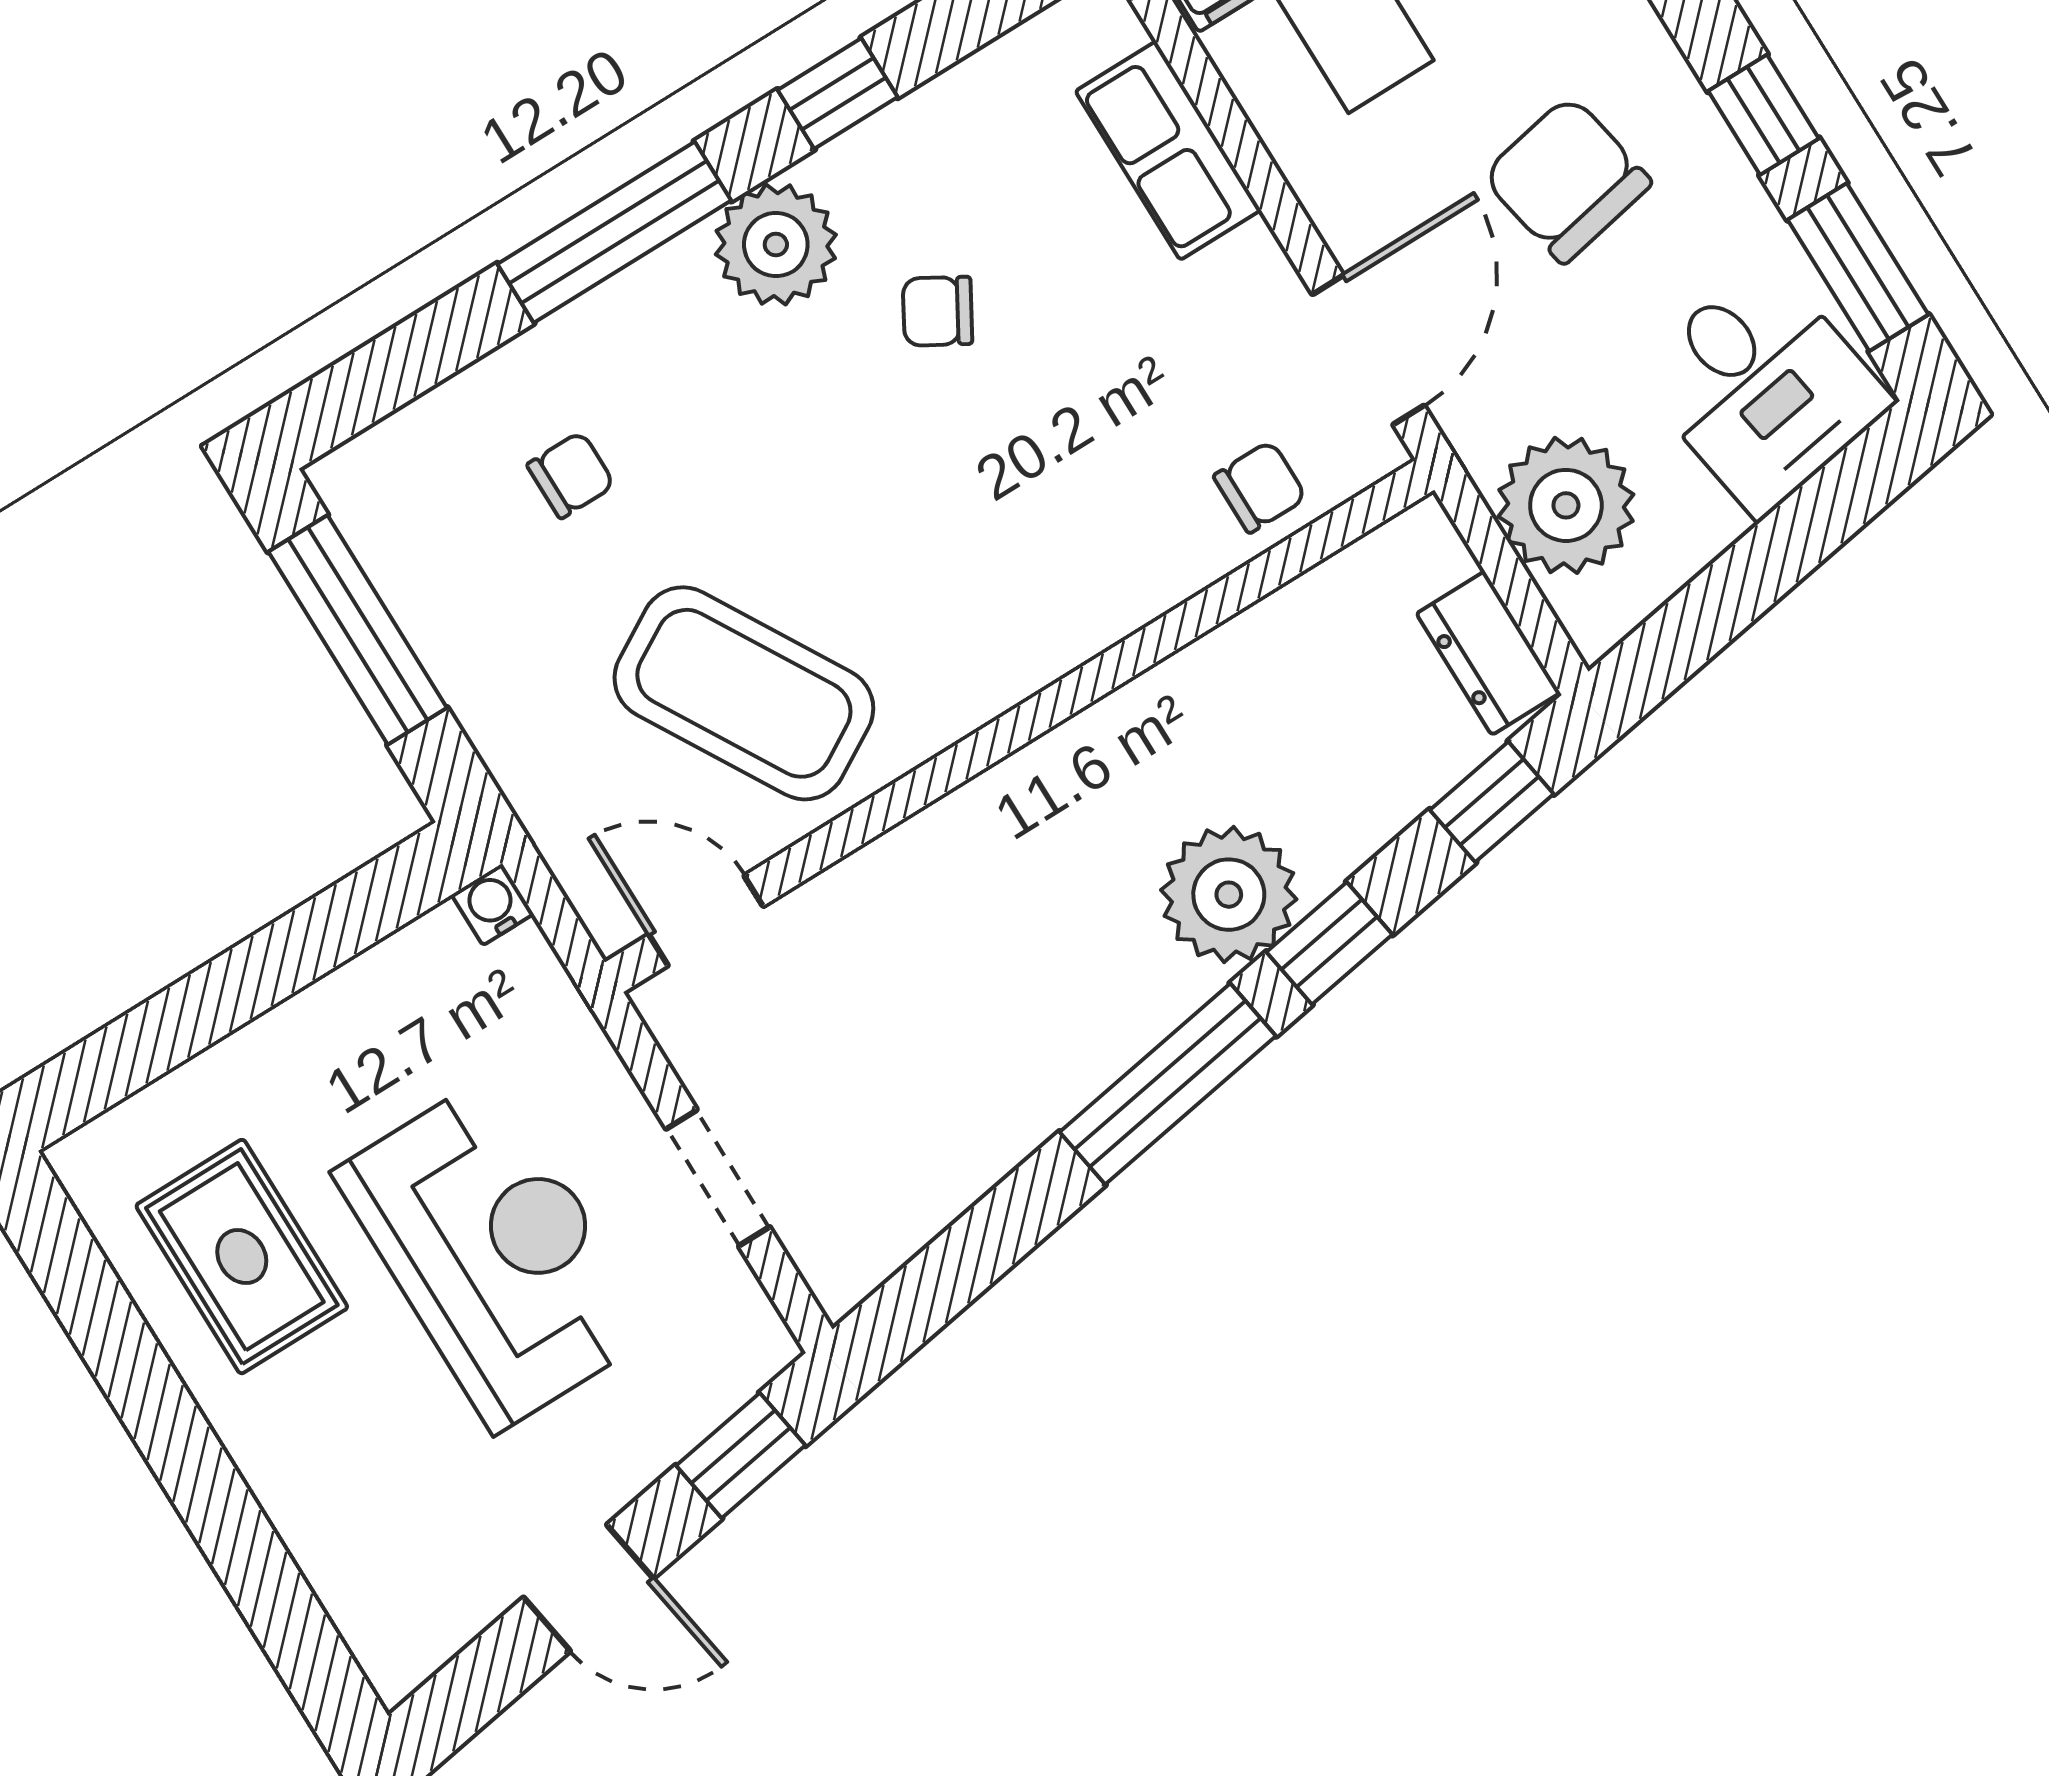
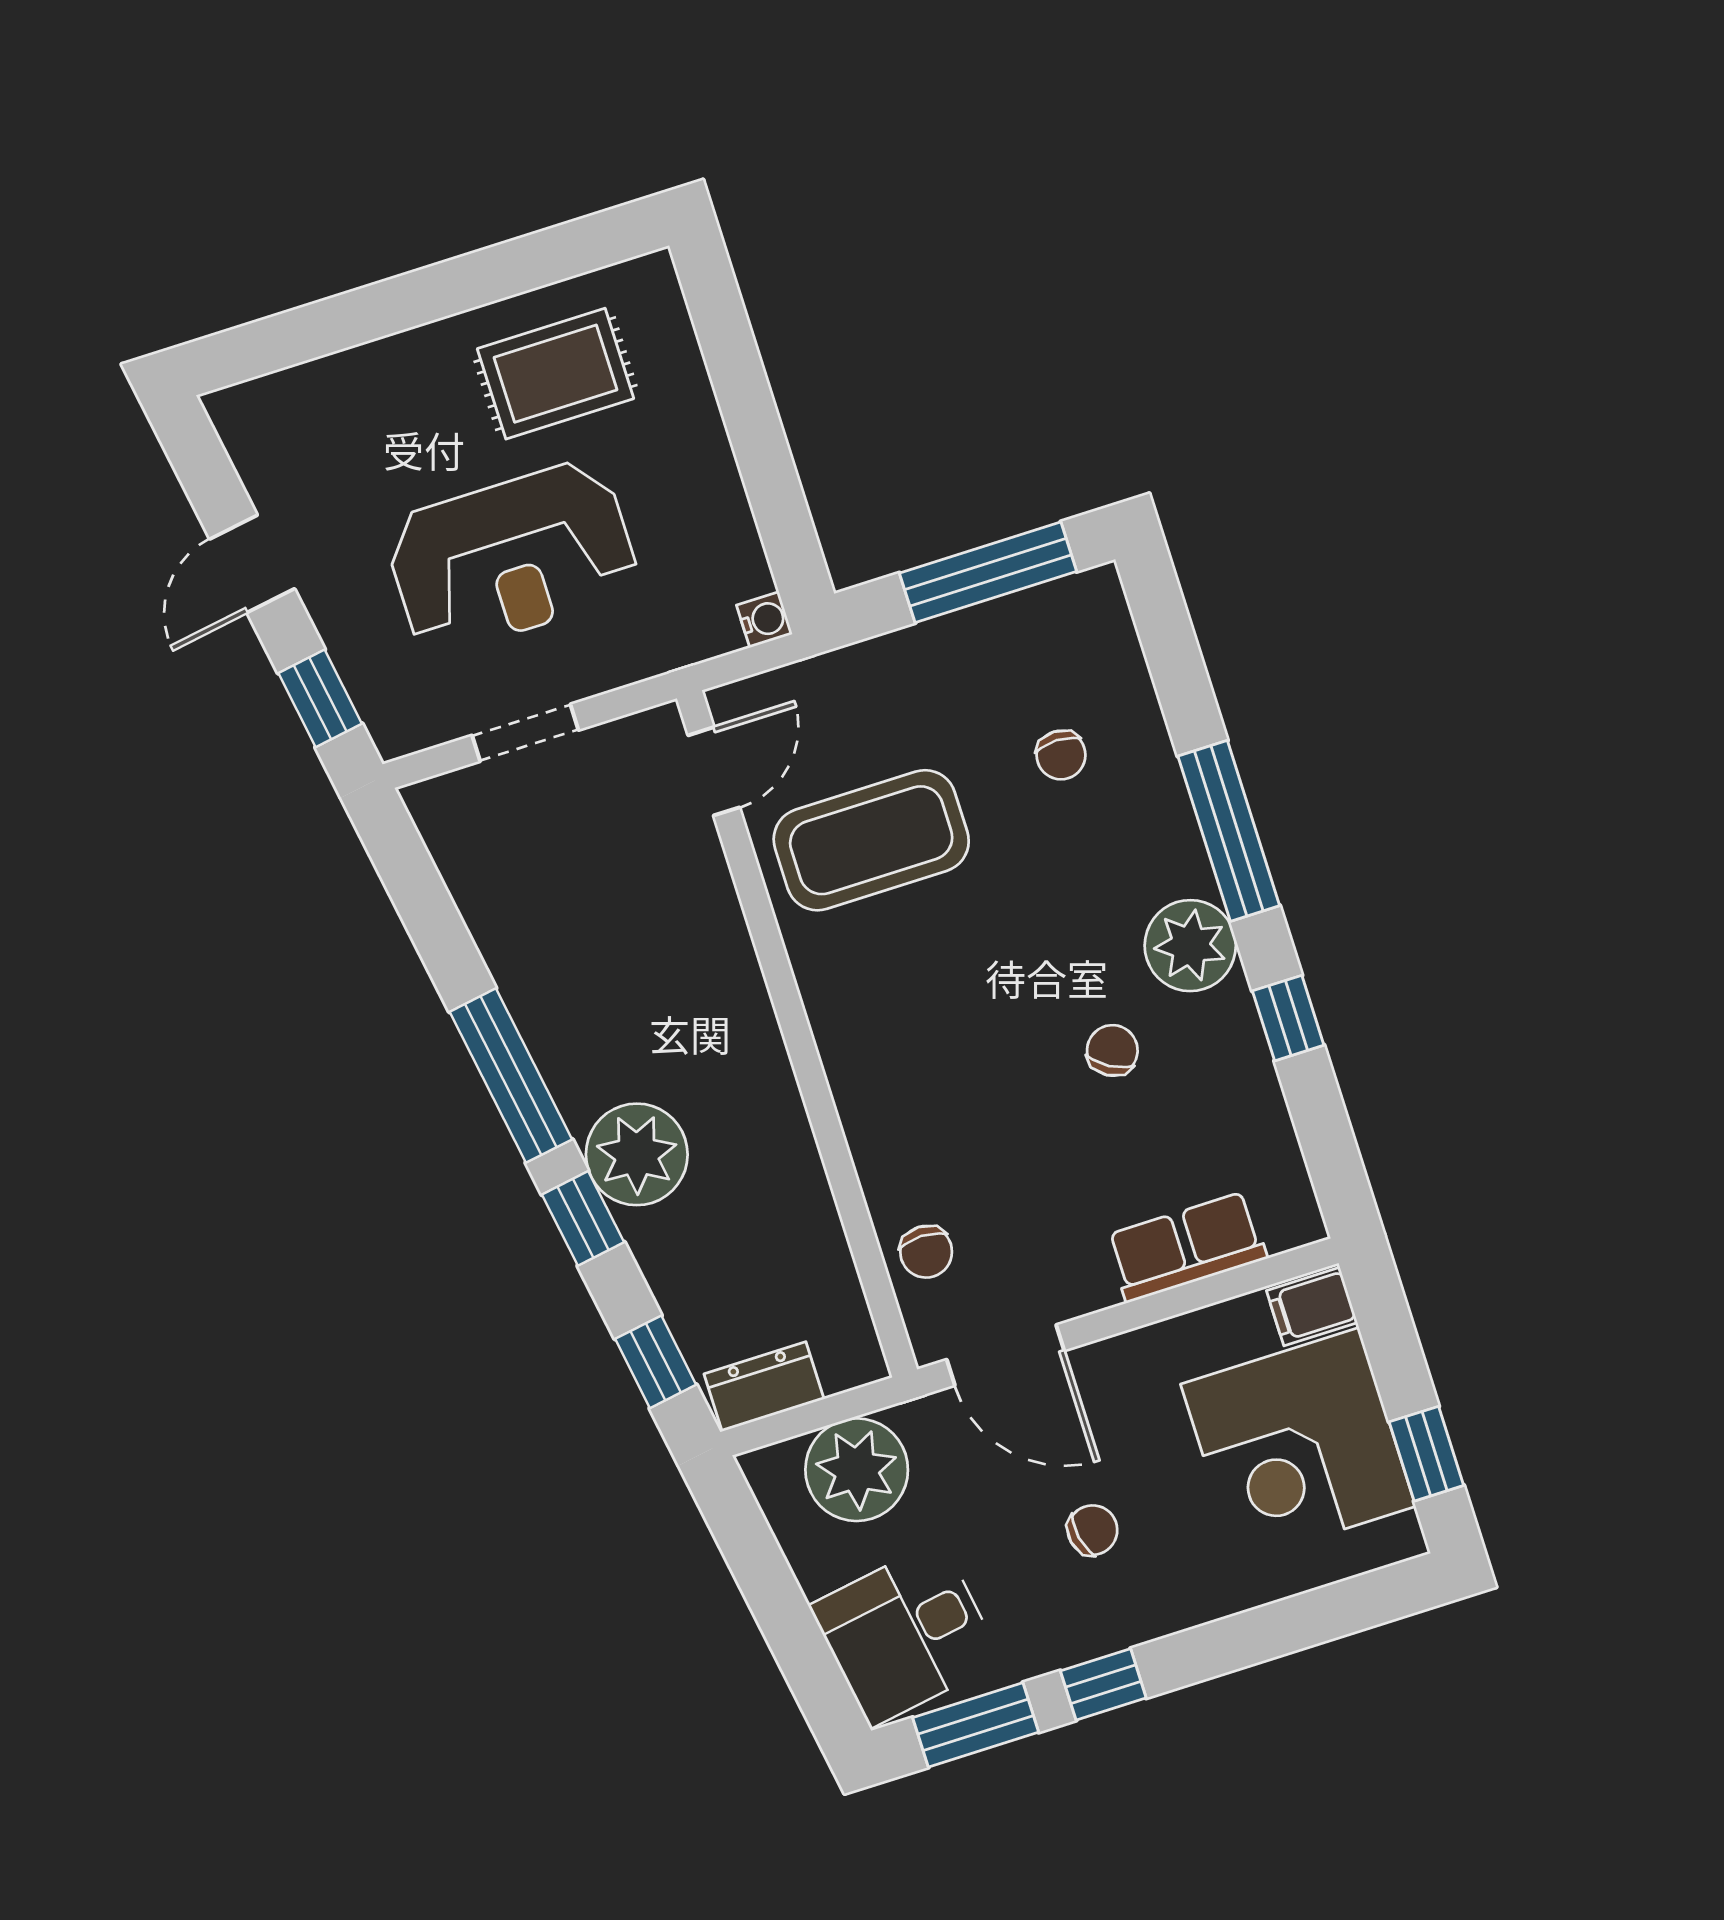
chair: (1567, 179) -> (1093, 1530), width x0.54, depth x0.54
coffee table: (744, 693) -> (871, 840), turned 30

